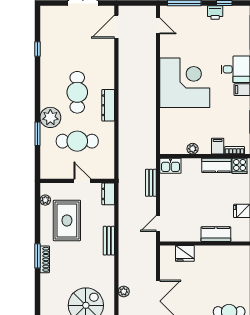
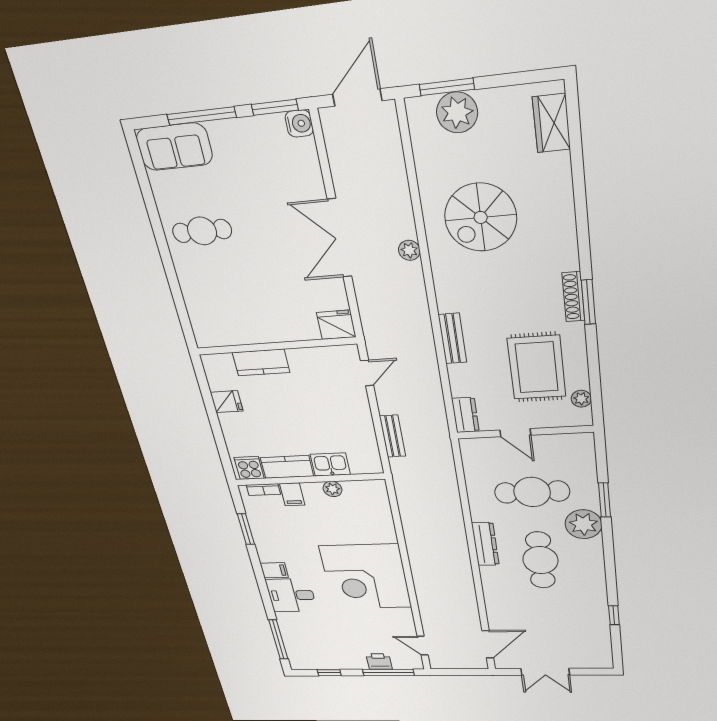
printer: (215, 13) -> (379, 662), moved
kitchen sink: (170, 166) -> (330, 464), moved
fridge: (185, 253) -> (336, 325), moved

